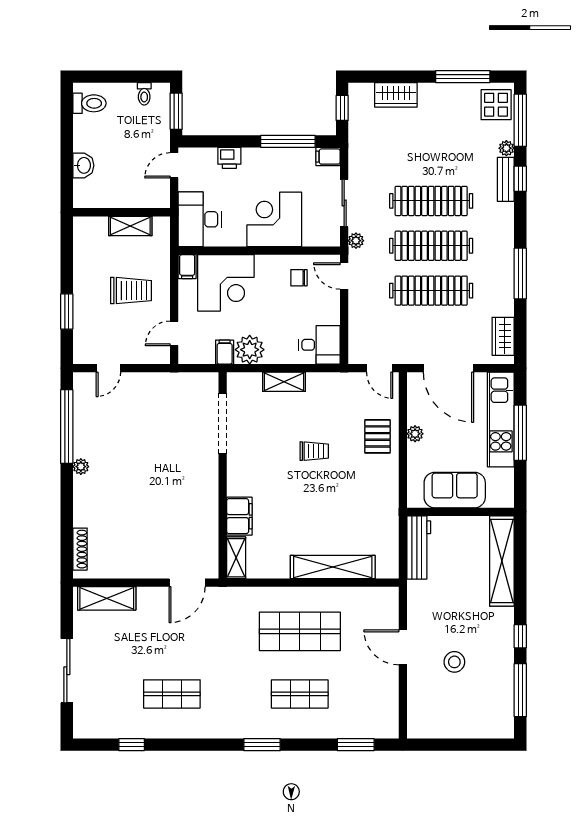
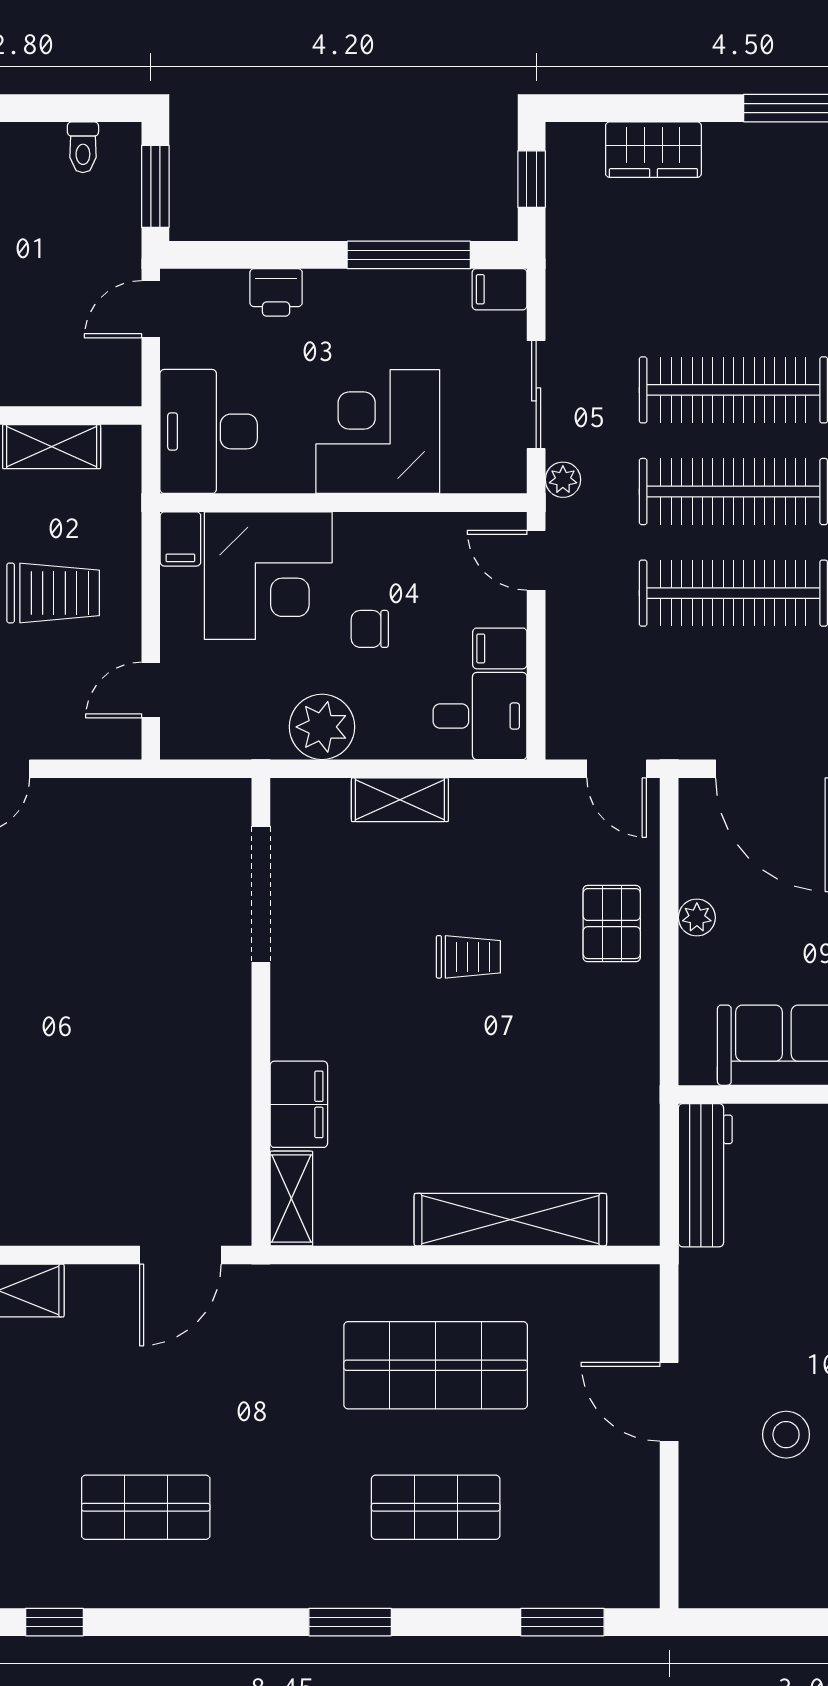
chair: (299, 278) -> (370, 629), moved
filing cabinet: (225, 352) -> (500, 648), moved, turned -90

